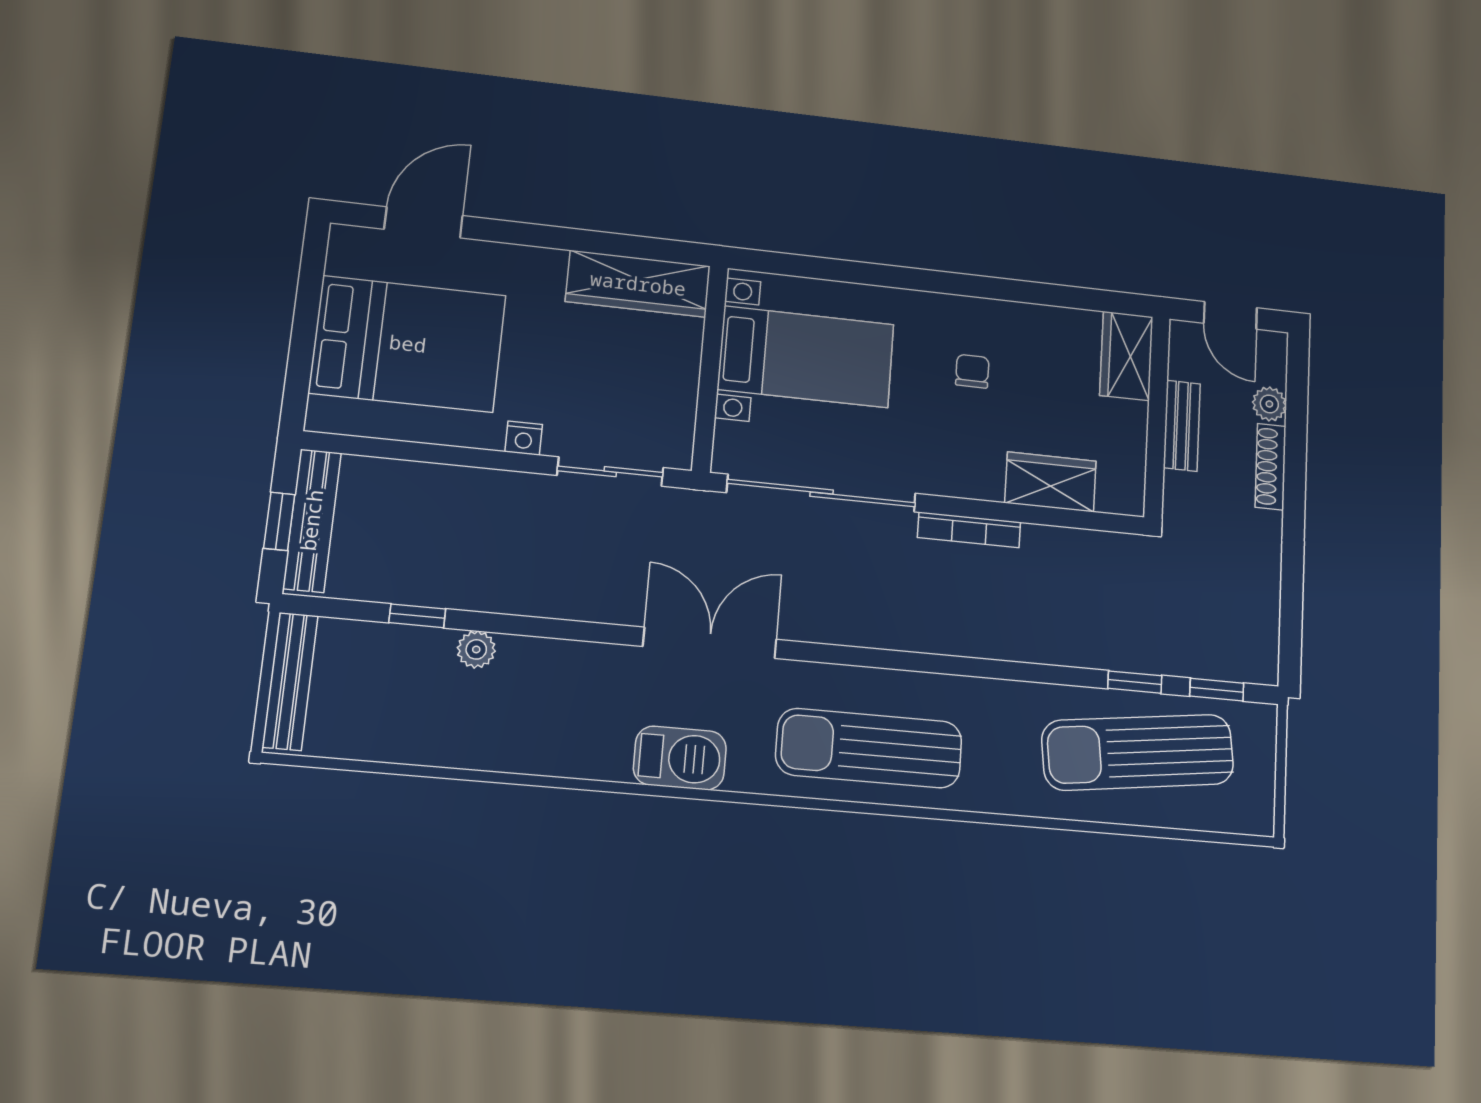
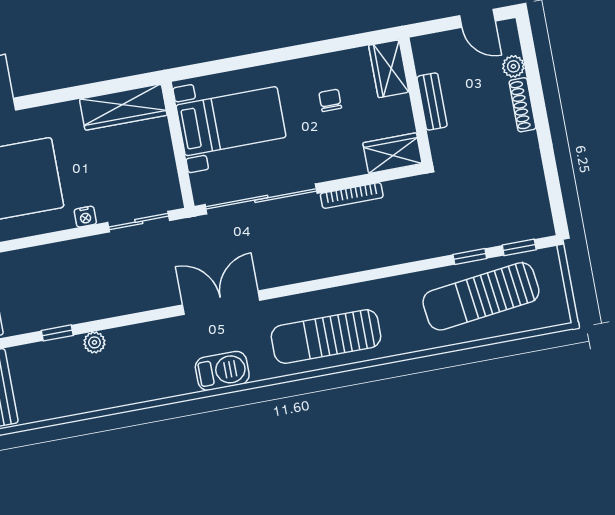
wardrobe: (1126, 356) -> (389, 69), moved
wall: (1157, 417) -> (416, 101), moved
bench: (1182, 426) -> (432, 101), moved

